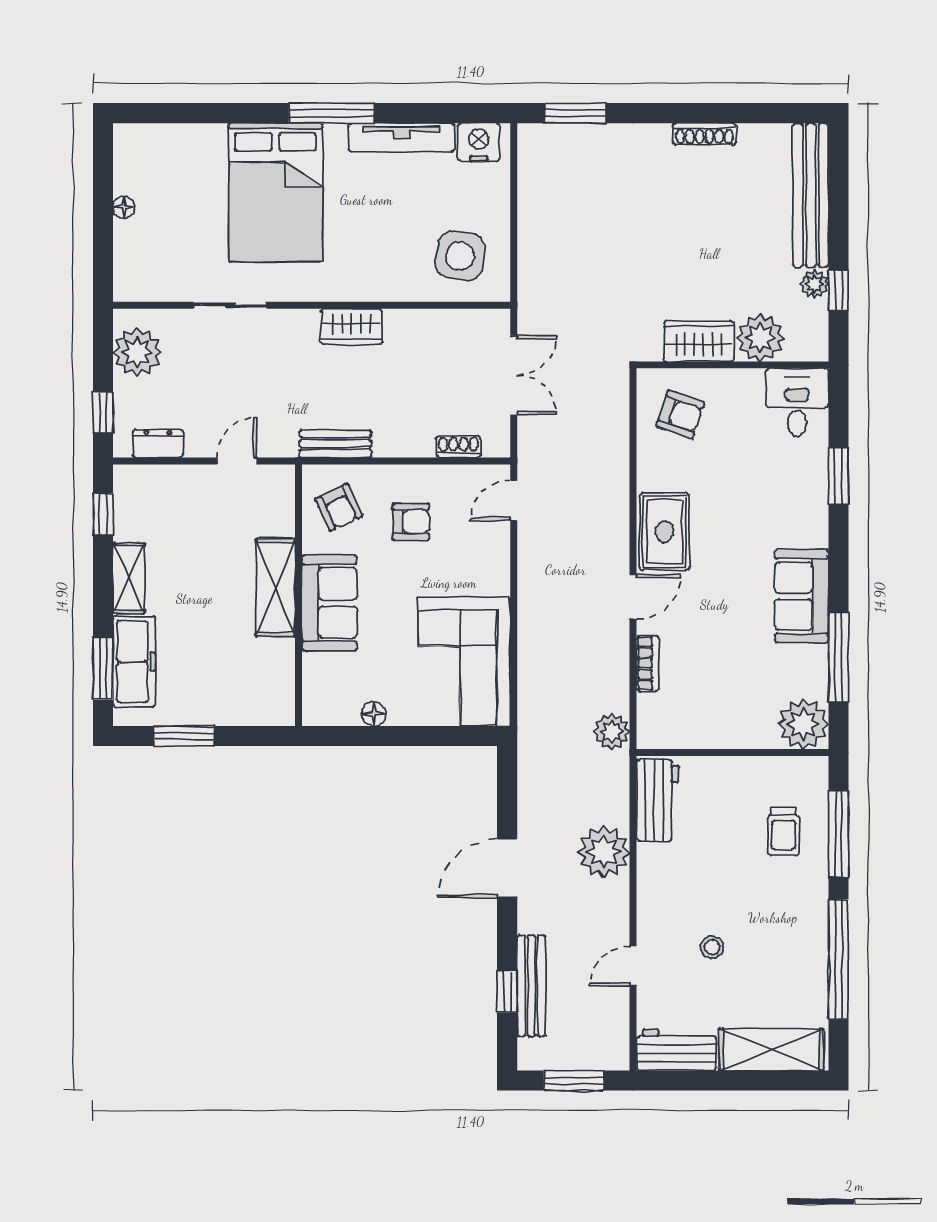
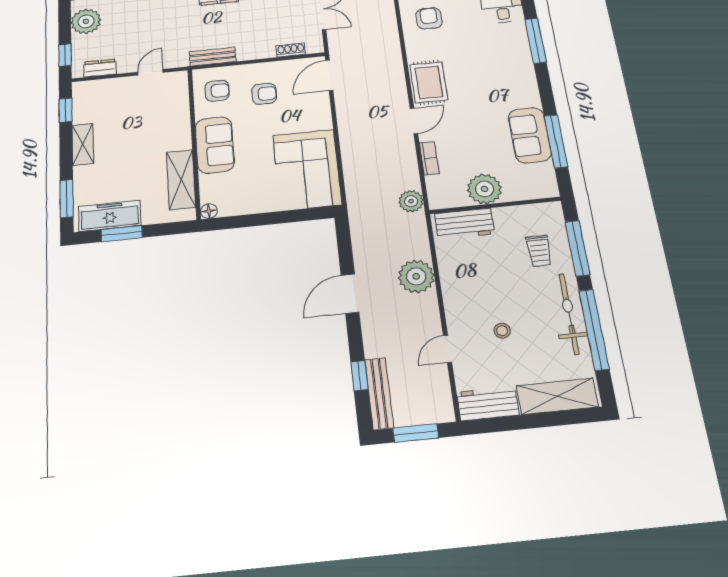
armchair: (680, 414) -> (429, 18), turned -109
window: (838, 476) -> (536, 41), width x1.44
door: (514, 500) -> (329, 75), width x1.38
armchair: (339, 507) -> (217, 91), turned -65
shelving: (276, 587) -> (181, 180), moved
sofa: (802, 596) -> (530, 135), moved
freezer: (134, 662) -> (110, 216), moved, turned -90
floor lamp: (374, 714) -> (209, 211), moved
plant: (803, 724) -> (484, 189), moved
workbench: (658, 800) -> (464, 224), moved, turned 90
bicycle: (809, 932) -> (569, 314), added
bench: (531, 986) -> (379, 393), moved

